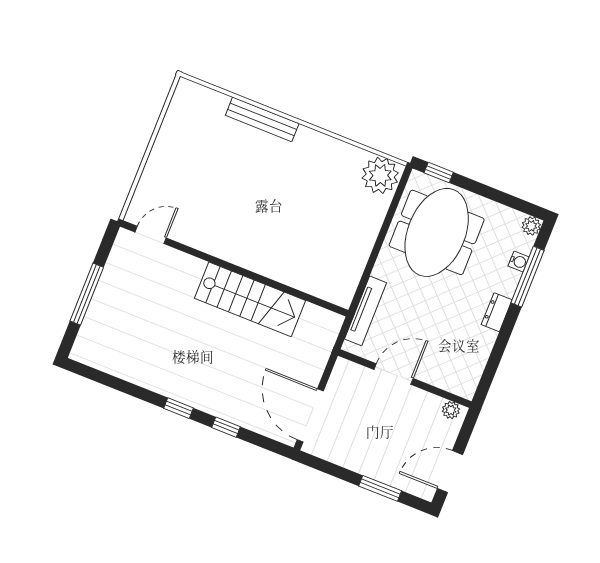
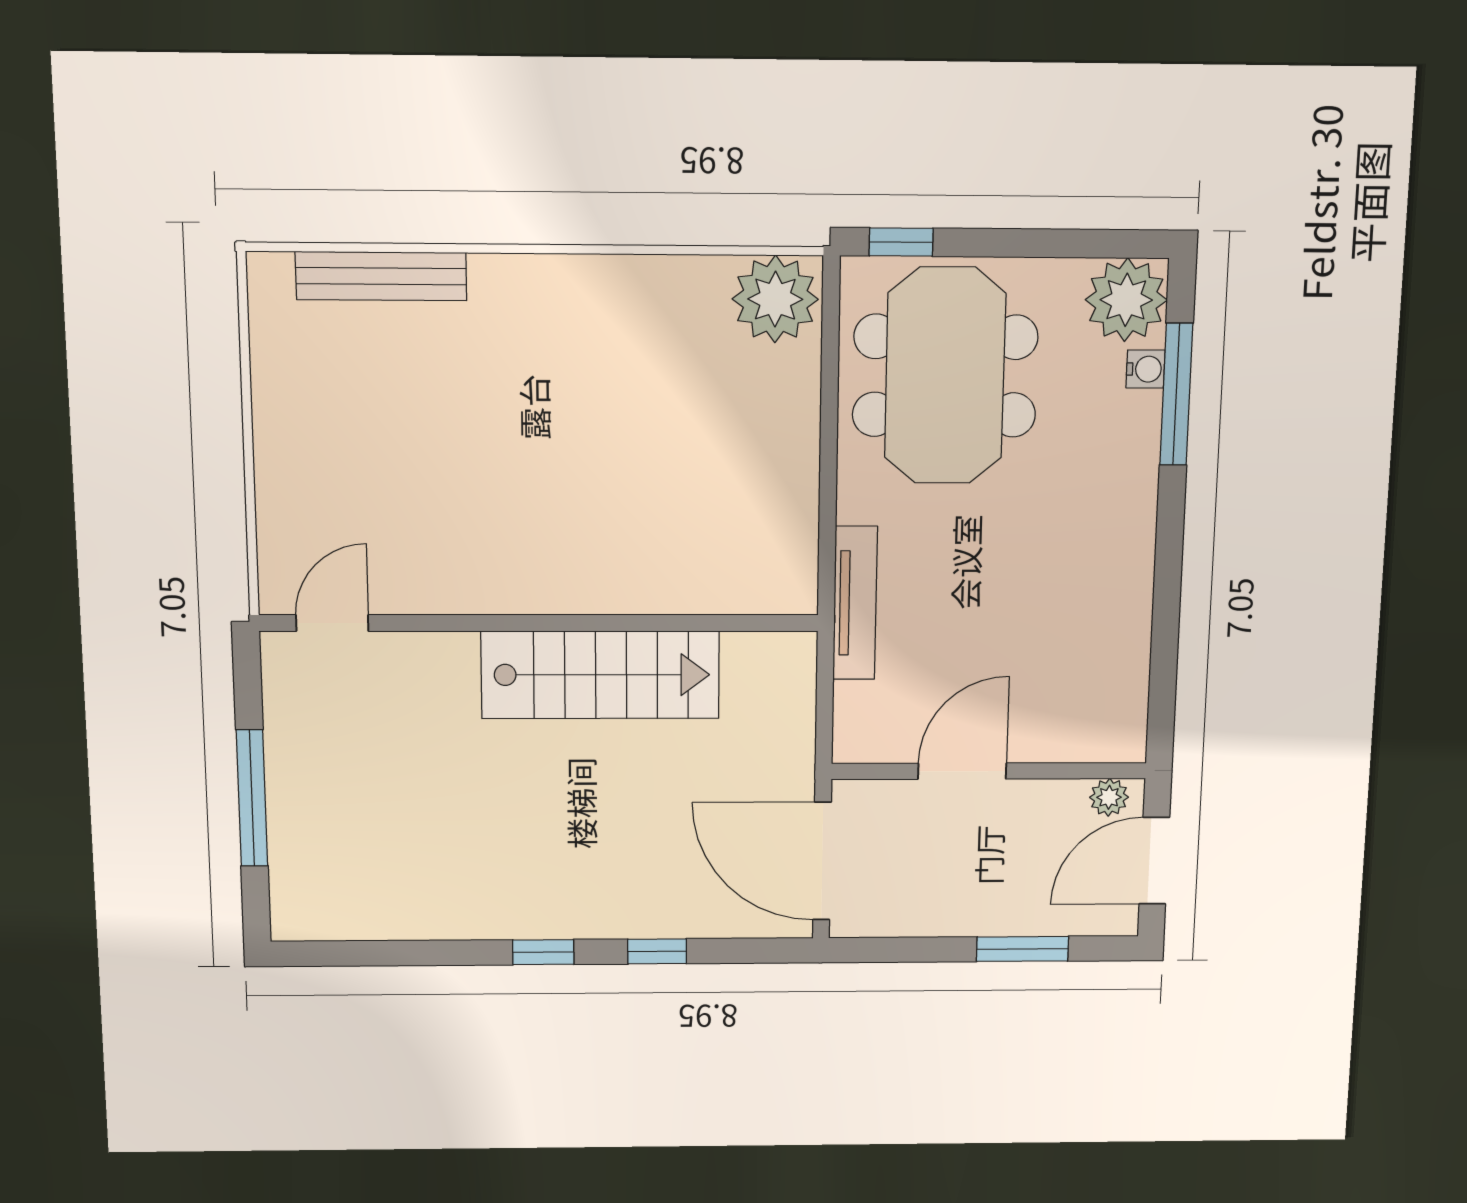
bench: (262, 119) -> (381, 276), moved
plant: (531, 226) -> (1126, 300), width x1.87, depth x1.87
dresser: (497, 312) -> (1136, 496), removed
door: (394, 374) -> (962, 771), moved
wall: (405, 378) -> (989, 771), moved
plant: (451, 410) -> (1109, 797), moved

